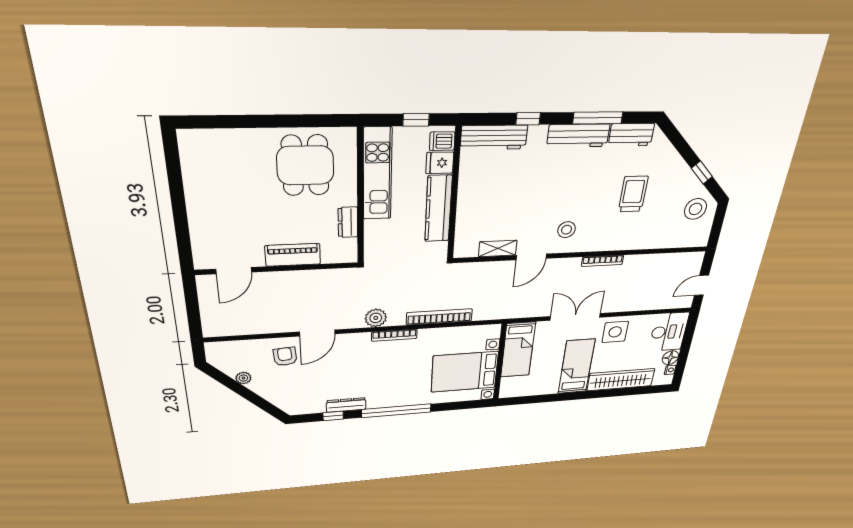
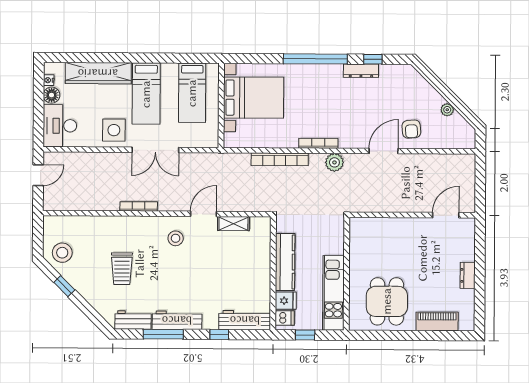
dresser: (348, 222) -> (468, 275), moved, turned 180
piano: (293, 255) -> (437, 321), moved, turned 180
bed: (518, 350) -> (192, 93), moved, turned 180

